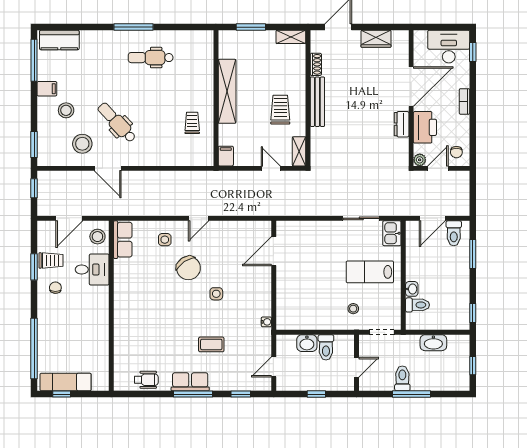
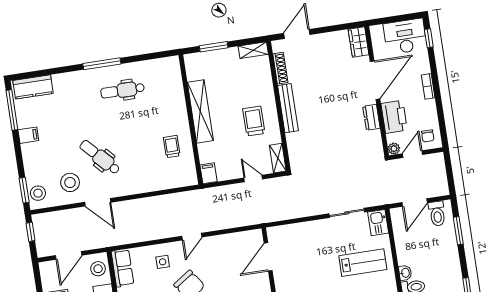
wardrobe: (376, 39) -> (359, 42), moved, turned 90
shoe rack: (316, 64) -> (280, 68), width x1.43
stool: (66, 110) -> (38, 193), moved
lab bench: (370, 272) -> (363, 263), turned 180

